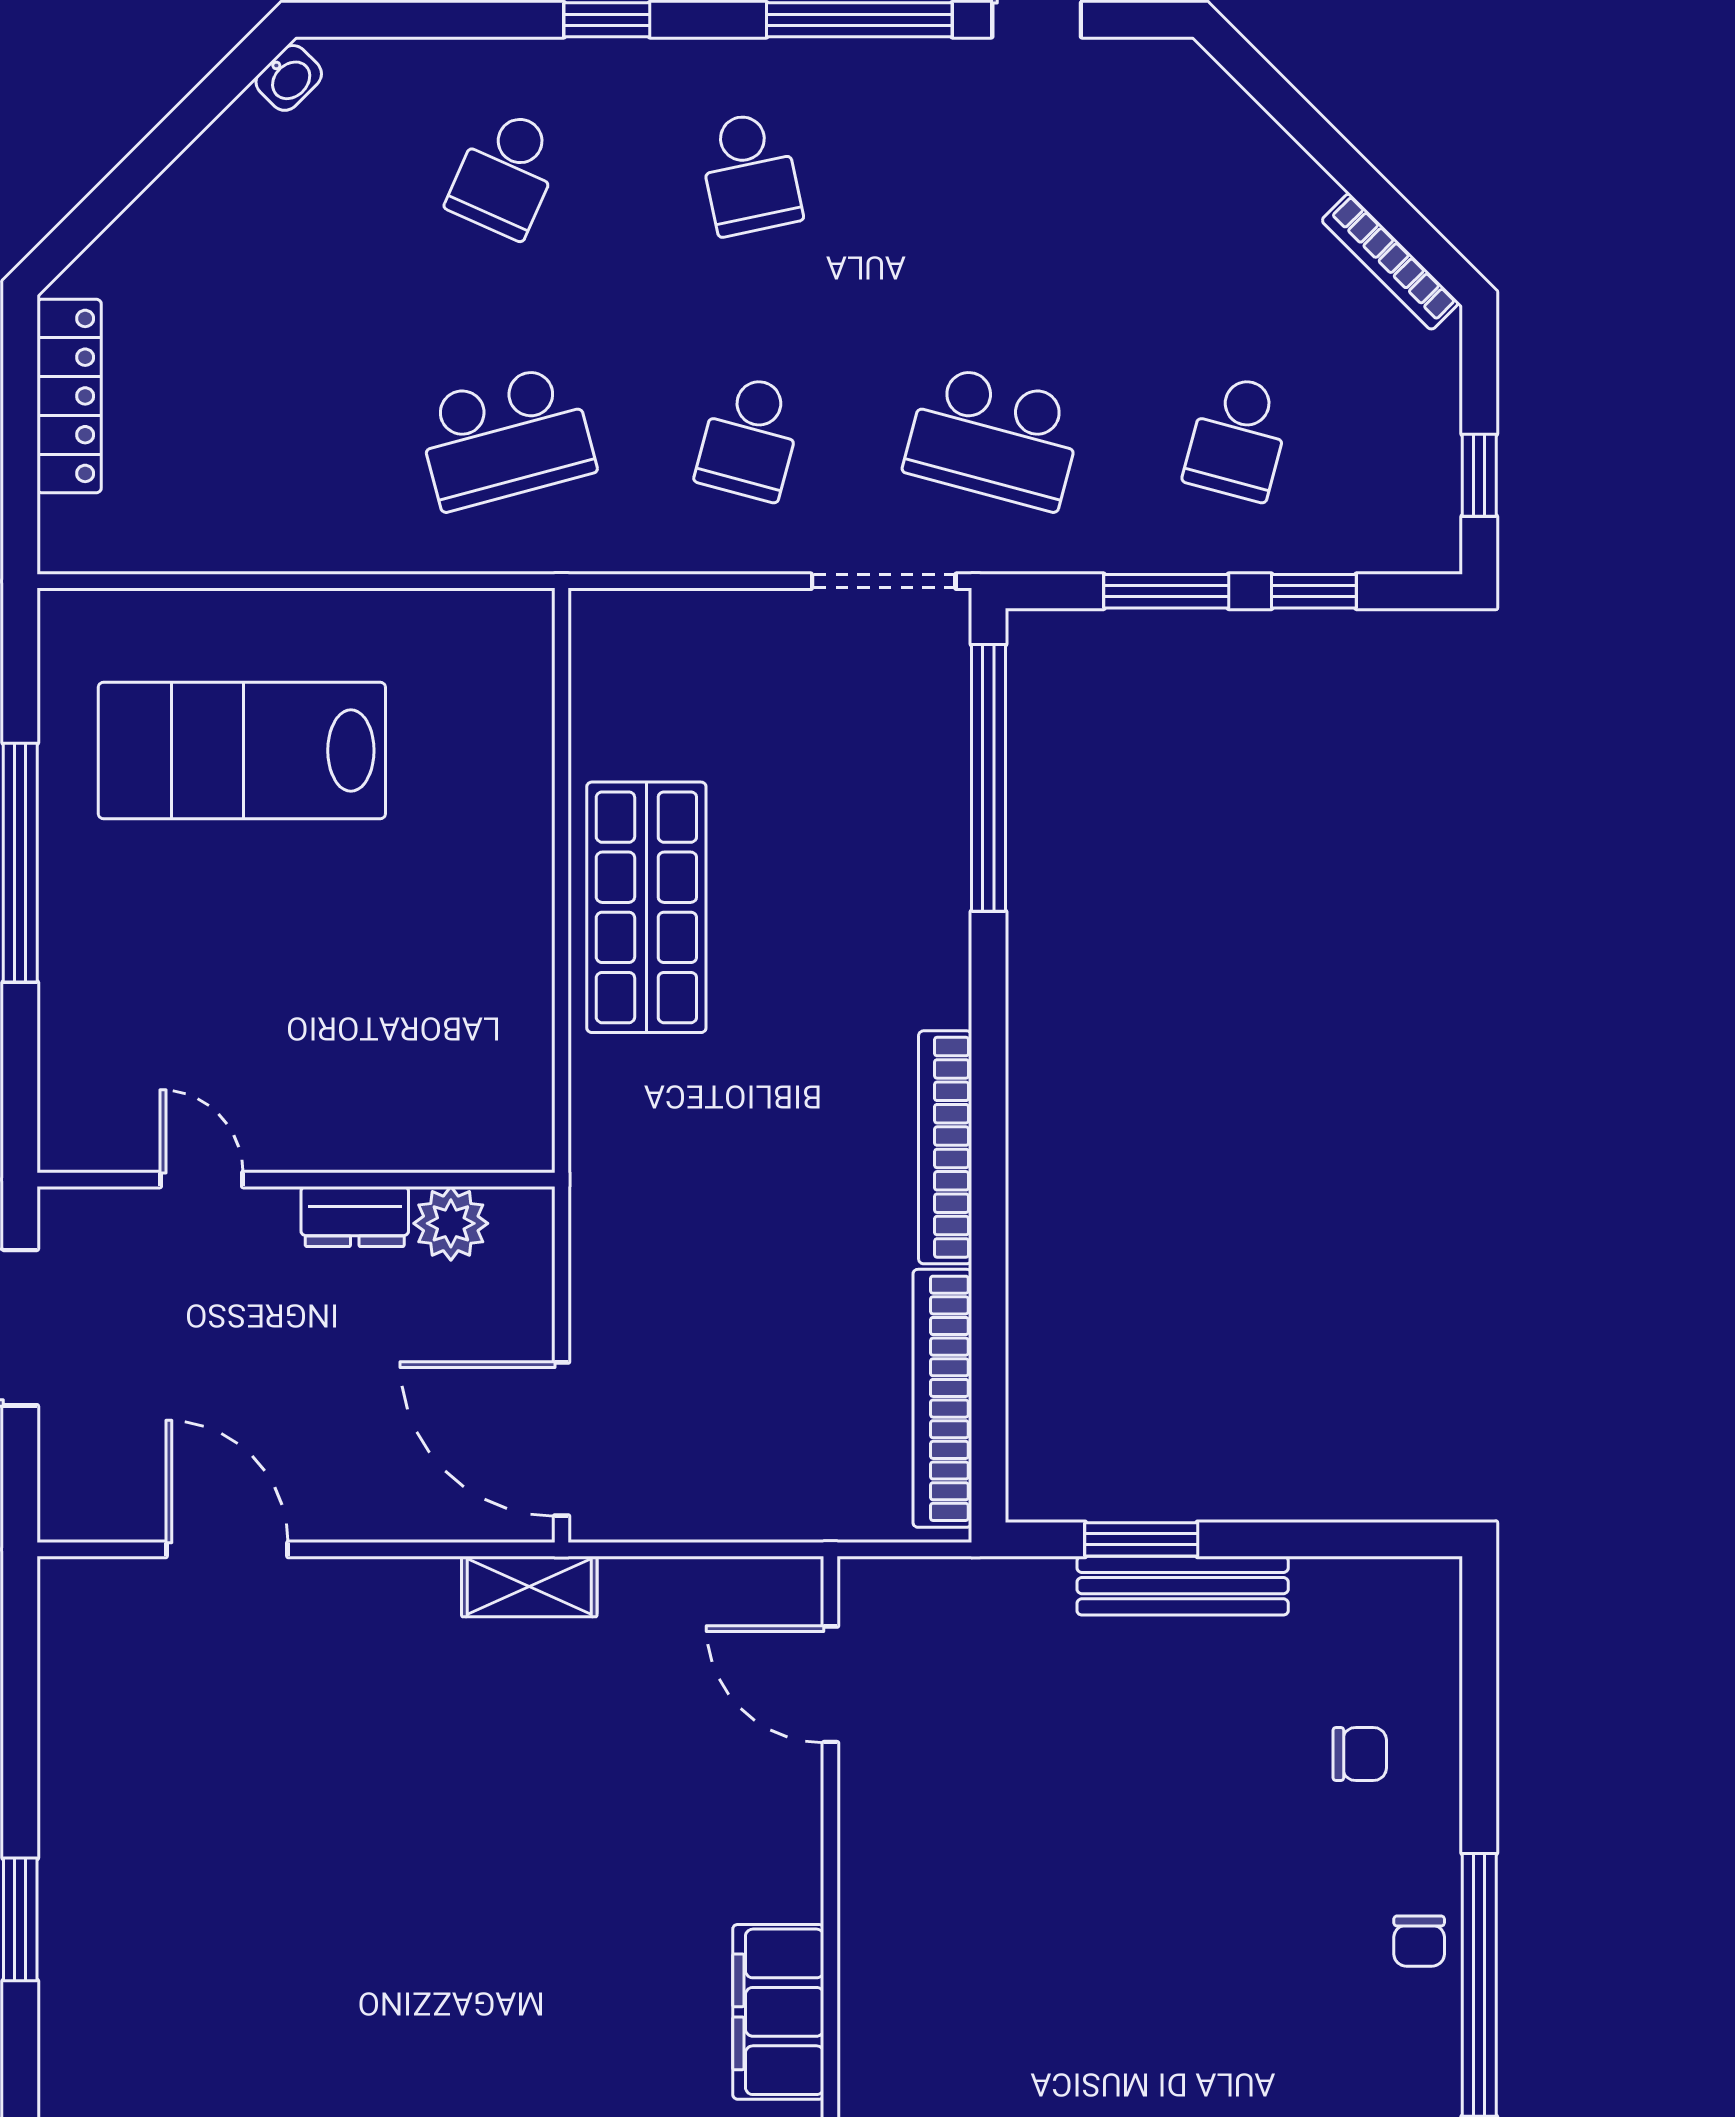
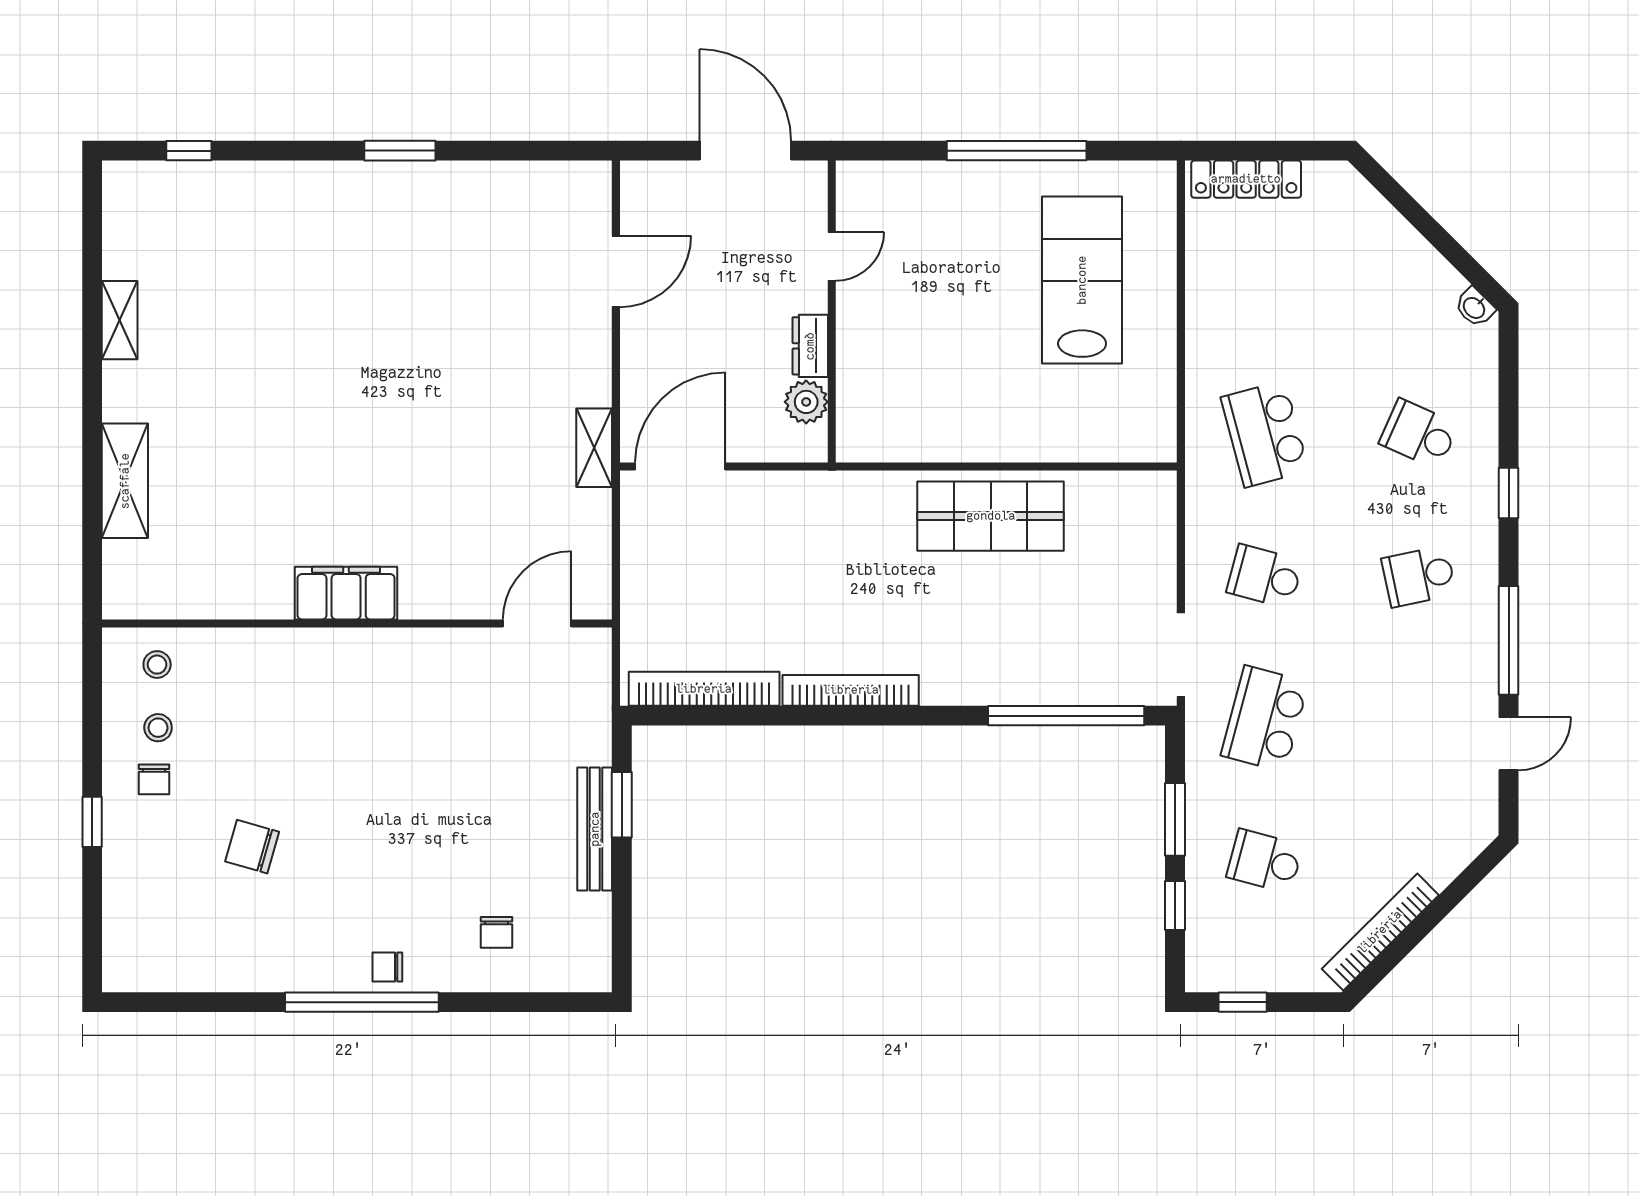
bookcase: (1390, 262) -> (1380, 932), width x1.48, depth x1.31
locker: (69, 396) -> (1246, 179), moved

